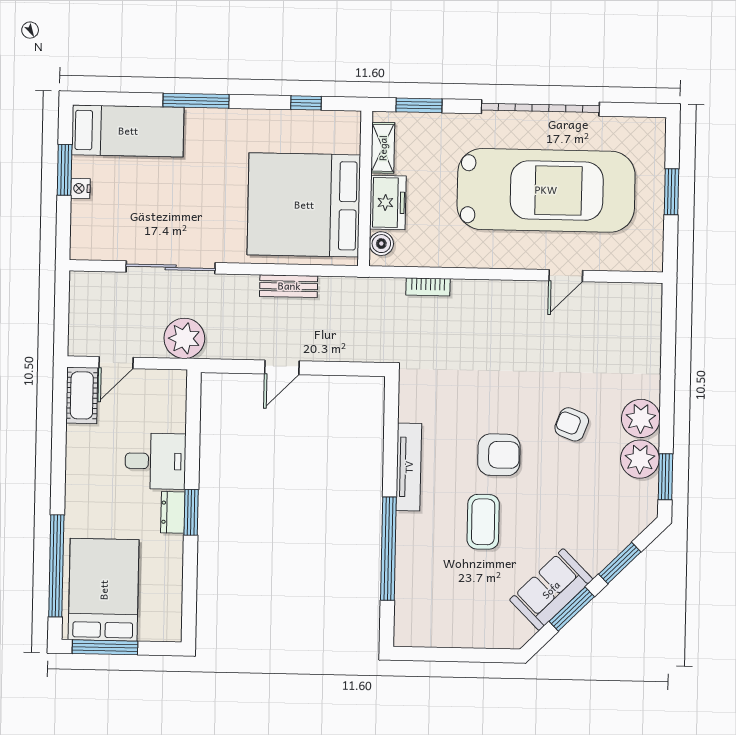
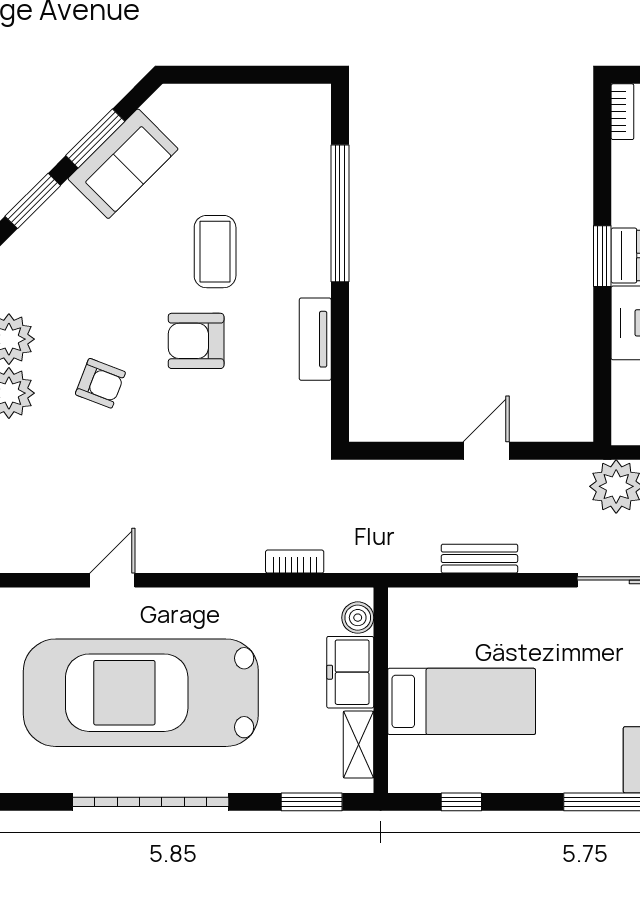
bed: (304, 205) -> (462, 701), width x0.49
tv unit: (409, 467) -> (315, 339), width x0.71
bookcase: (174, 621) -> (622, 112), added

